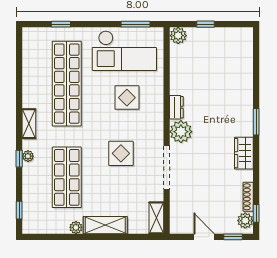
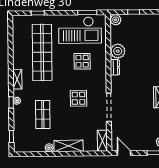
plant: (181, 132) -> (118, 51), moved
shop shelf: (67, 177) -> (43, 115), width x0.70, depth x0.74
door: (204, 237) -> (124, 153), moved

